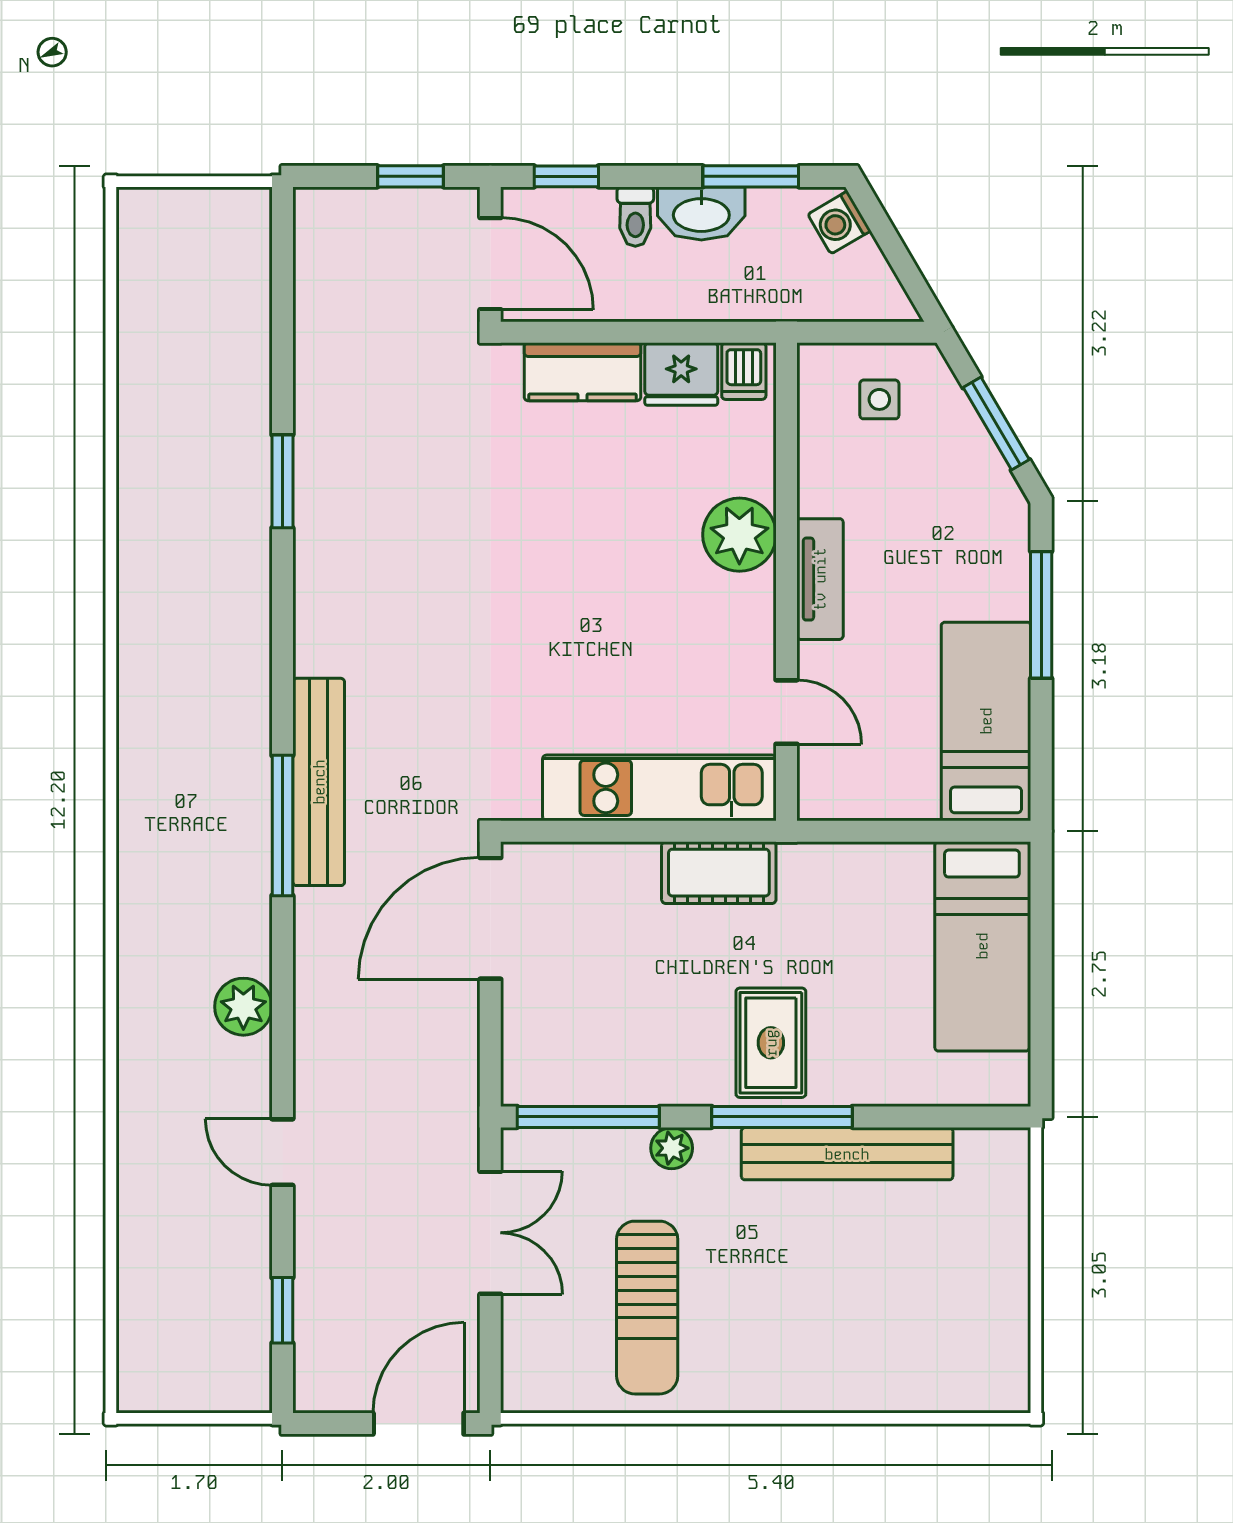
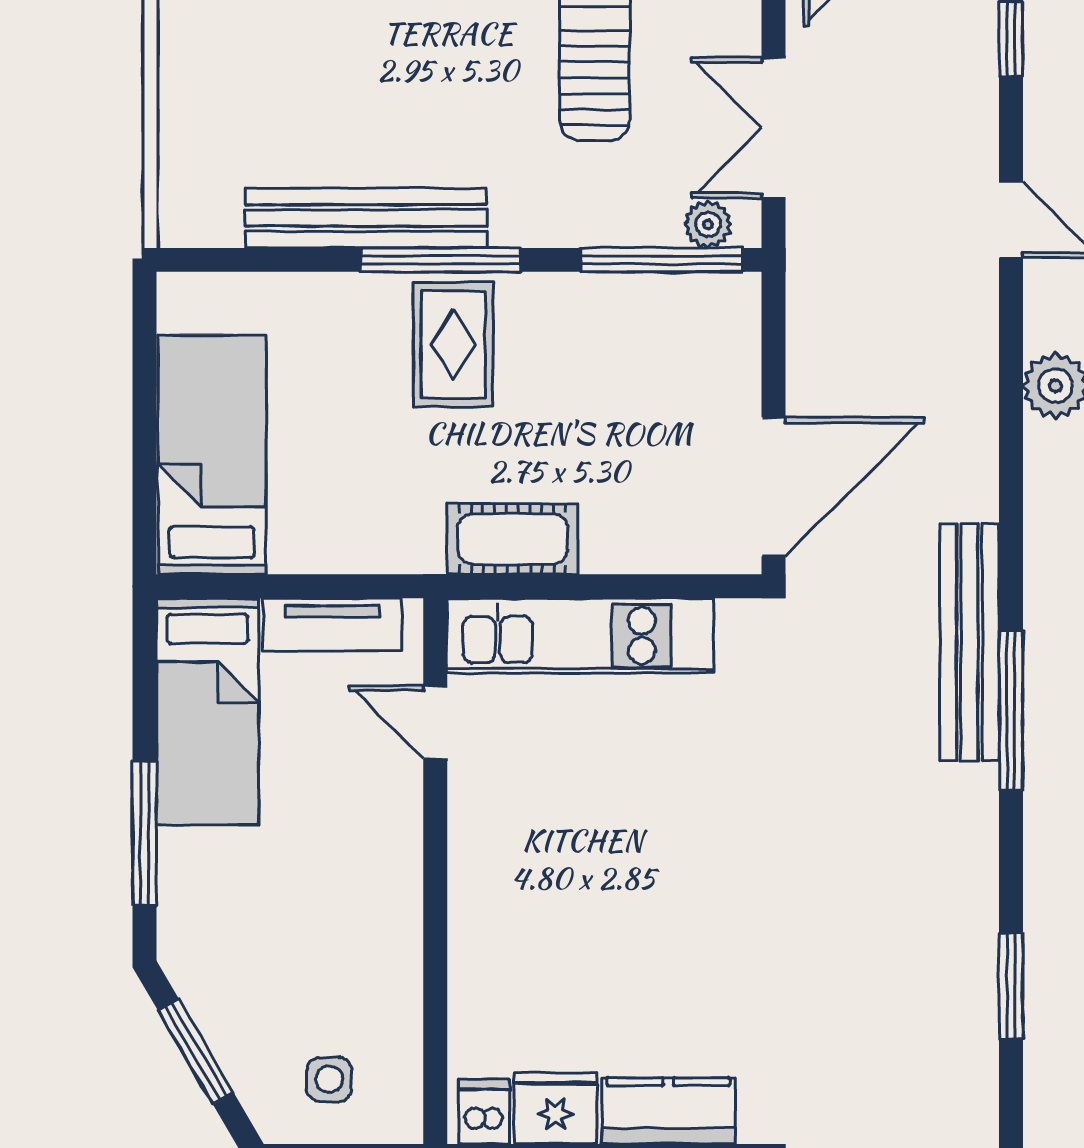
plant: (739, 535) -> (489, 925), removed
tv unit: (820, 579) -> (332, 625), moved, turned -90
window: (282, 826) -> (1011, 711), moved
plant: (672, 1148) -> (708, 224), moved

